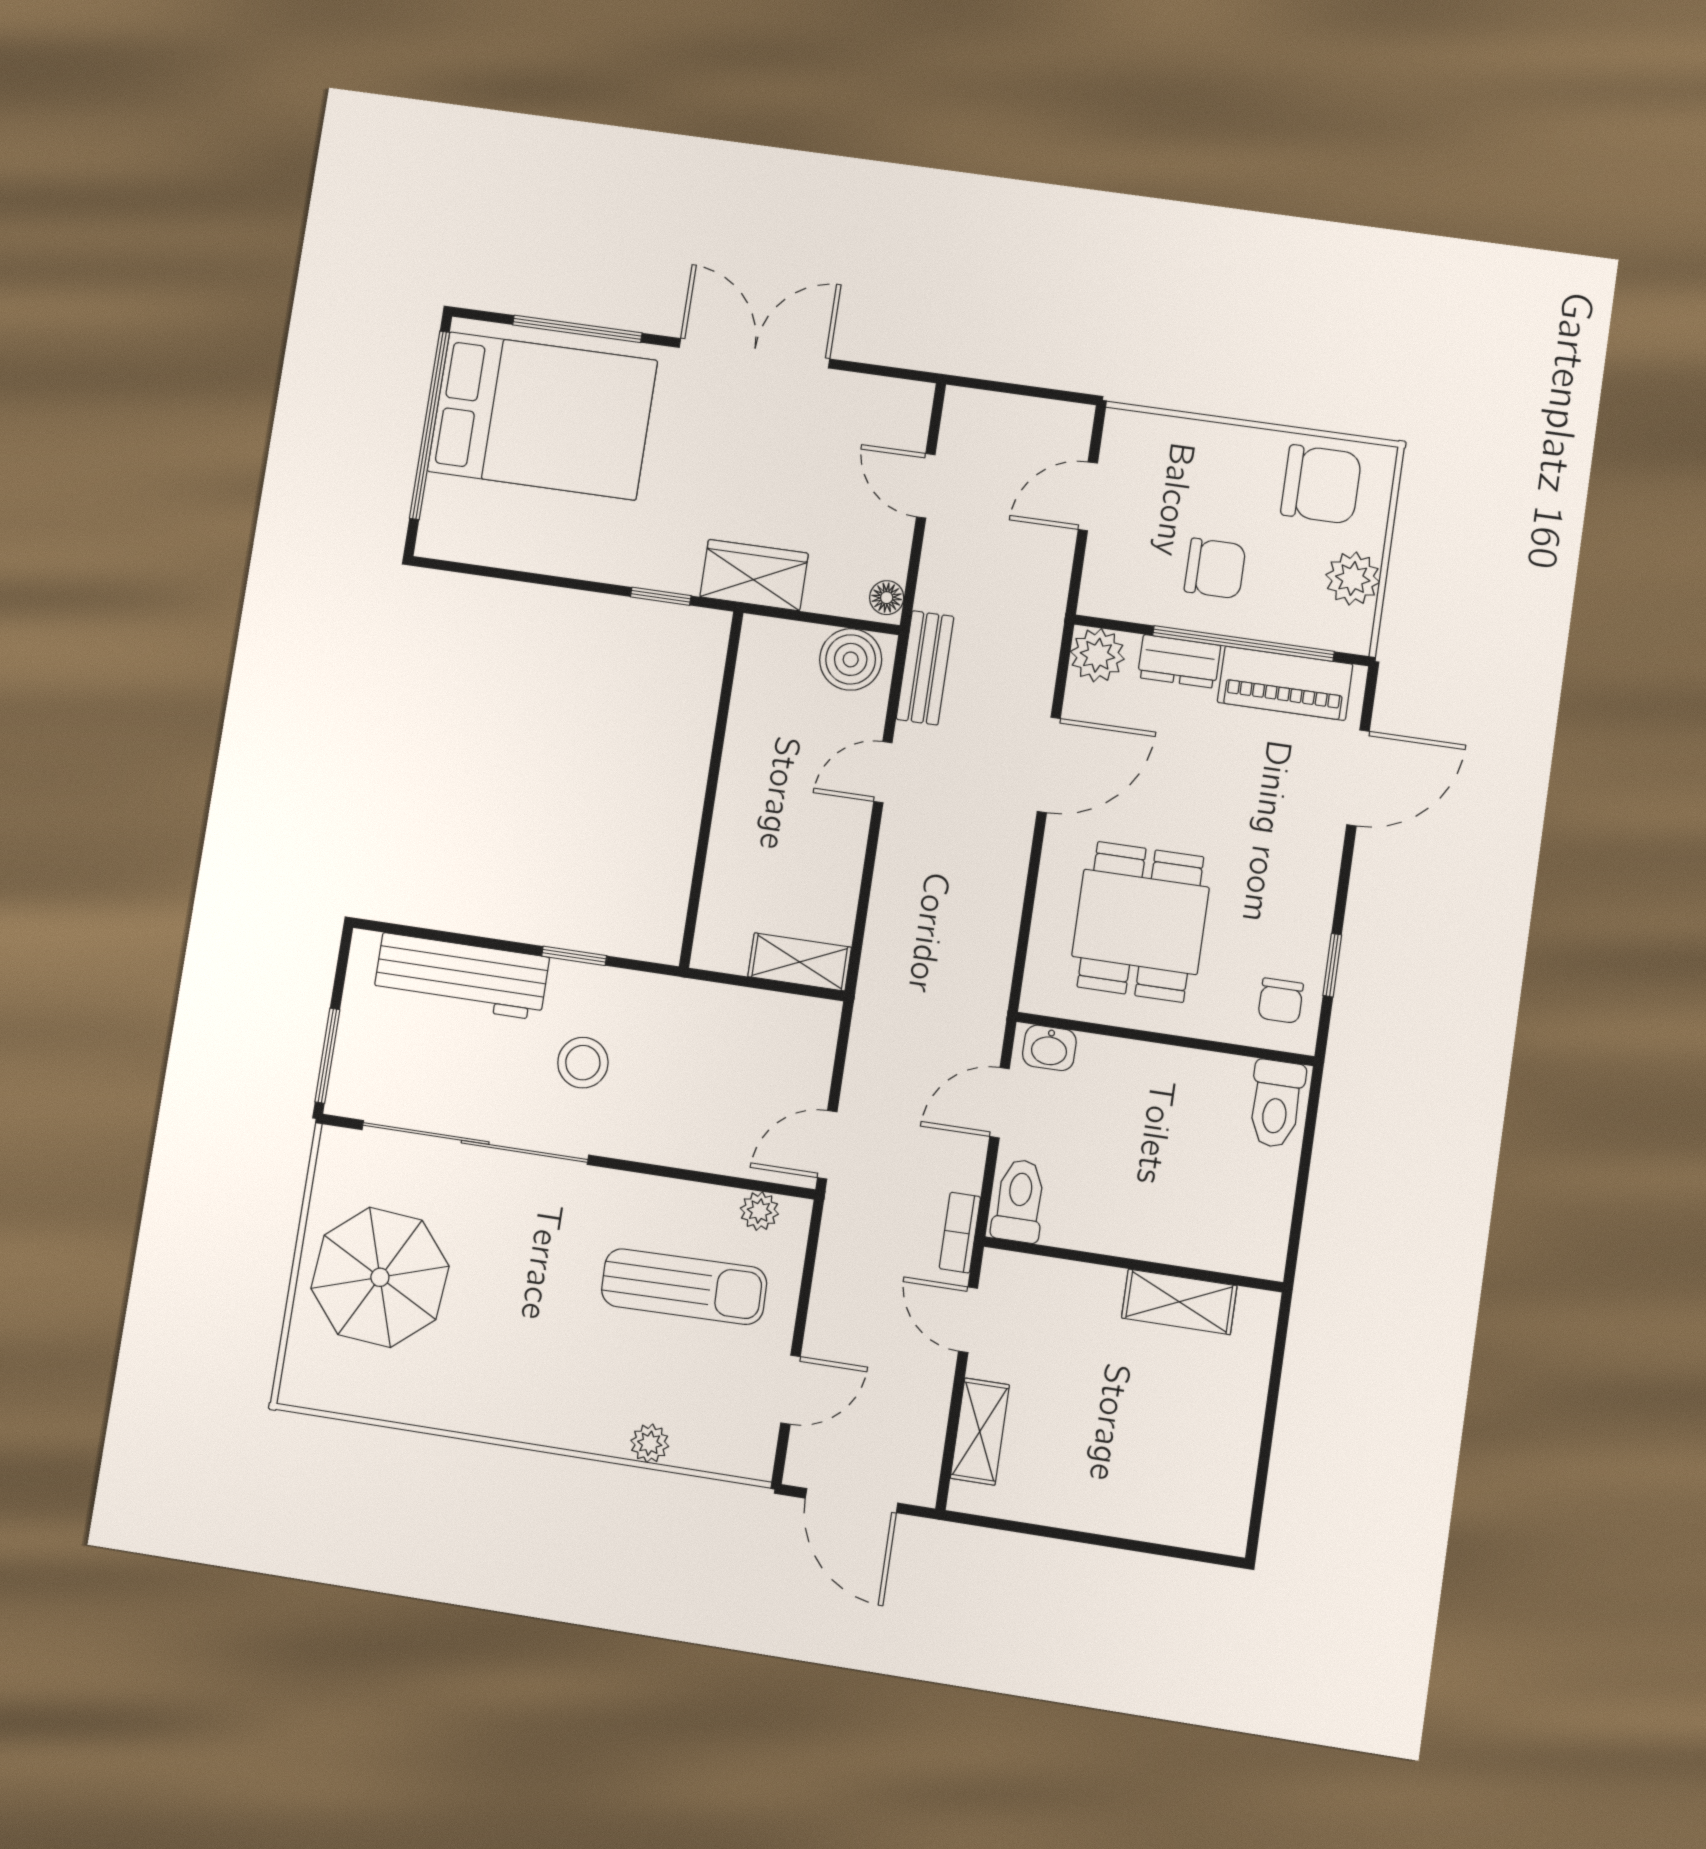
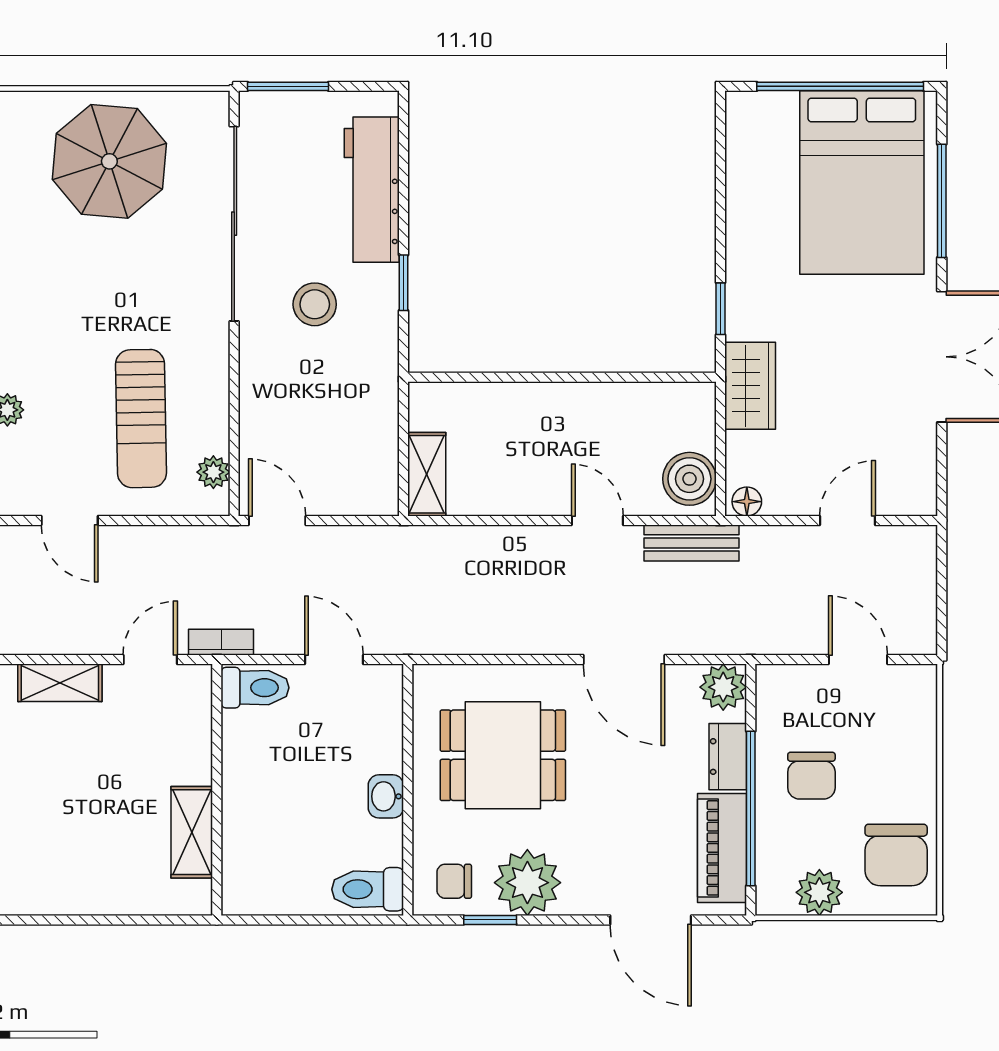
plant: (1294, 915) -> (527, 883), added
washbasin: (1049, 1048) -> (386, 796), moved

